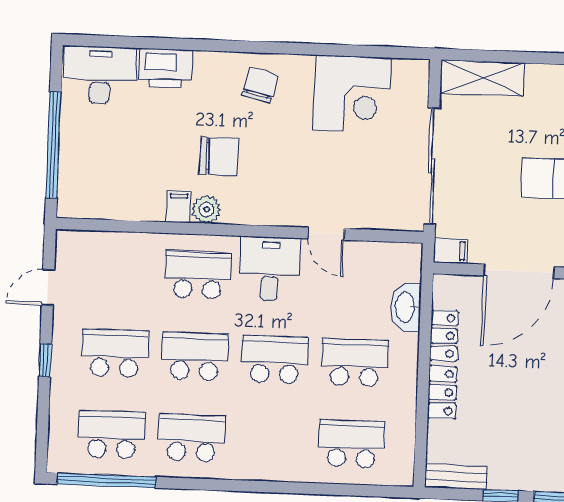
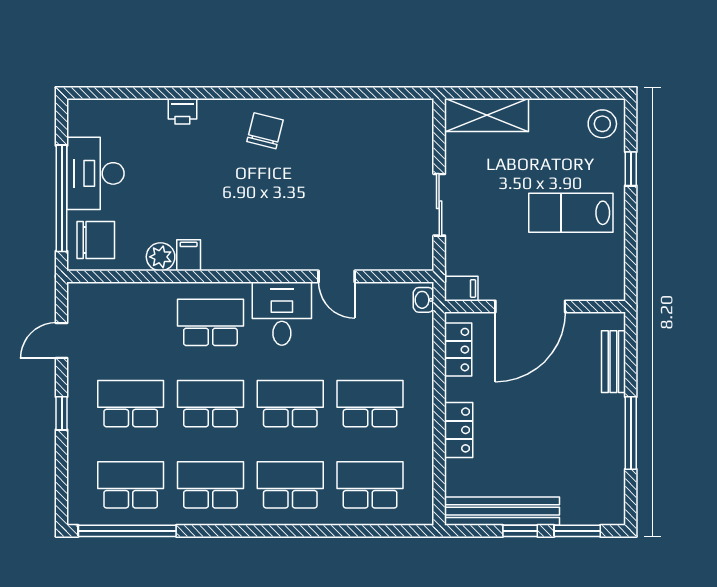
printer: (165, 68) -> (182, 111), width x0.53, depth x0.68
desk: (100, 75) -> (95, 173), moved, turned -90
corner desk: (352, 94) -> (357, 136), removed
chair: (219, 156) -> (96, 240), moved
sliding door: (432, 166) -> (439, 205), width x0.54
plant: (207, 209) -> (161, 257), moved
washbasin: (406, 307) -> (424, 300), moved, width x0.52, depth x0.69
locker: (444, 336) -> (458, 350), moved
school desk: (272, 441) -> (290, 485), added
bench: (456, 477) -> (502, 511), width x1.86, depth x1.21

